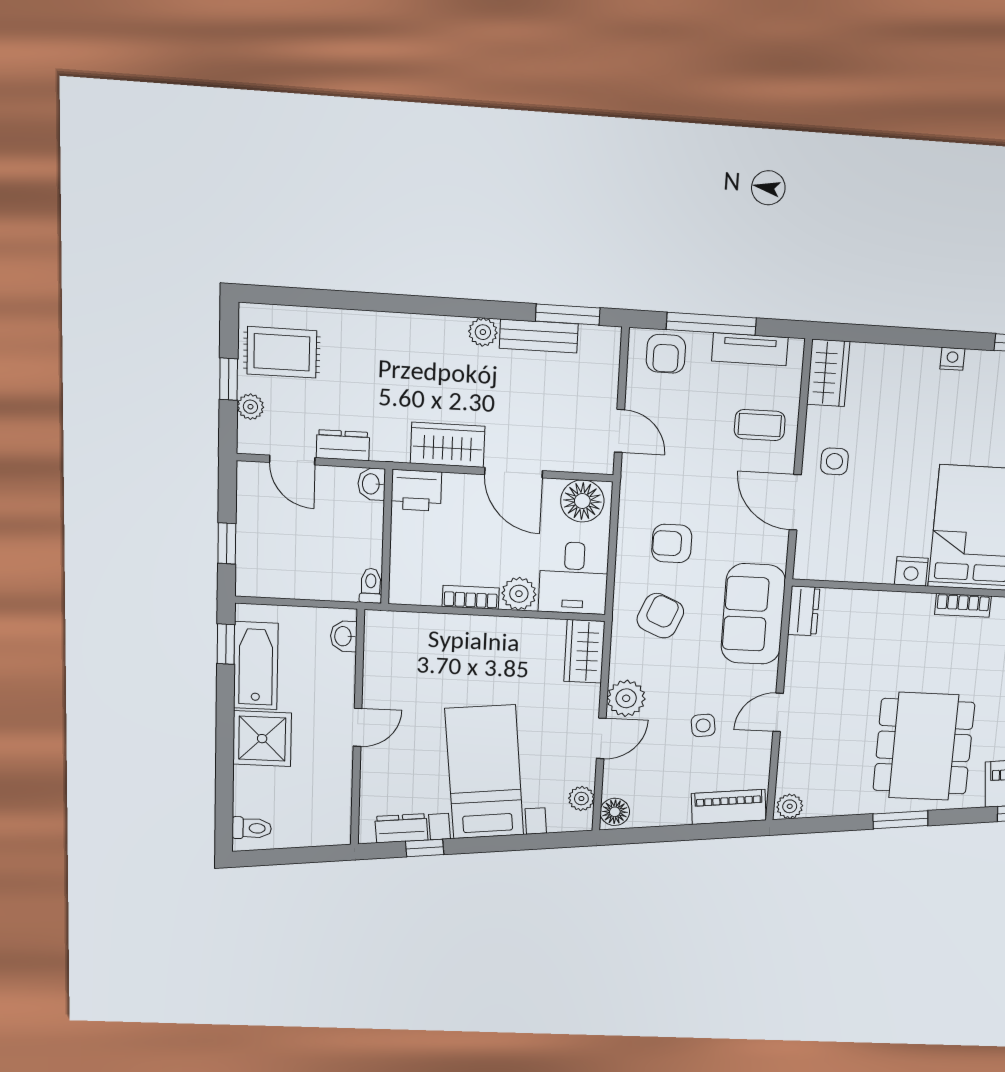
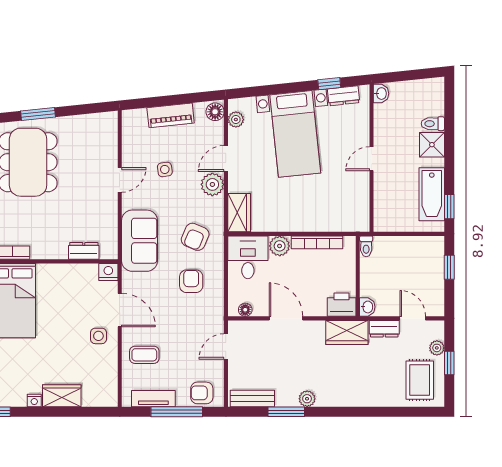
window: (568, 314) -> (286, 412), moved
bench: (539, 336) -> (252, 398), moved
rug: (282, 352) -> (420, 380), turned 90
armchair: (666, 354) -> (202, 393), turned -90
wardrobe: (828, 373) -> (62, 396), moved, turned 90
door: (619, 431) -> (226, 346), hinge flipped
wardrobe: (448, 445) -> (347, 332), moved
floor lamp: (582, 501) -> (245, 310), width x0.53, depth x0.53
armchair: (672, 543) -> (191, 281), turned -90
nightstand: (911, 571) -> (108, 272), moved
bookcase: (471, 597) -> (317, 242), width x1.56
dresser: (804, 611) -> (84, 251), moved, turned 90
washbasin: (344, 636) -> (381, 94), moved
shower: (262, 739) -> (432, 145), width x0.73, depth x0.73
plant: (790, 806) -> (108, 120), removed
piano: (729, 807) -> (171, 115), moved
toilet: (252, 828) -> (433, 124), moved

